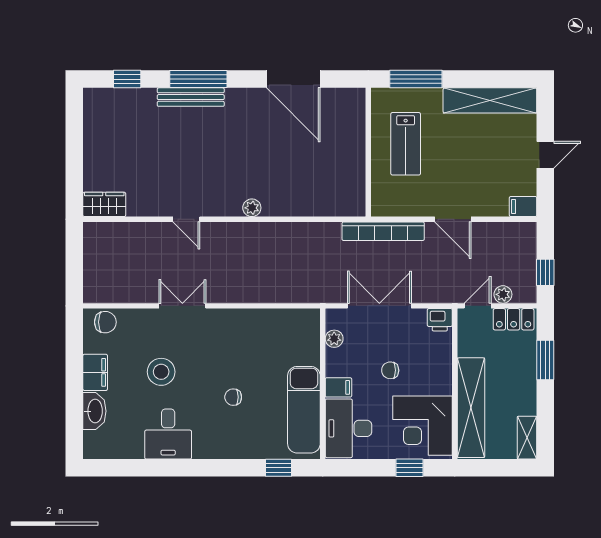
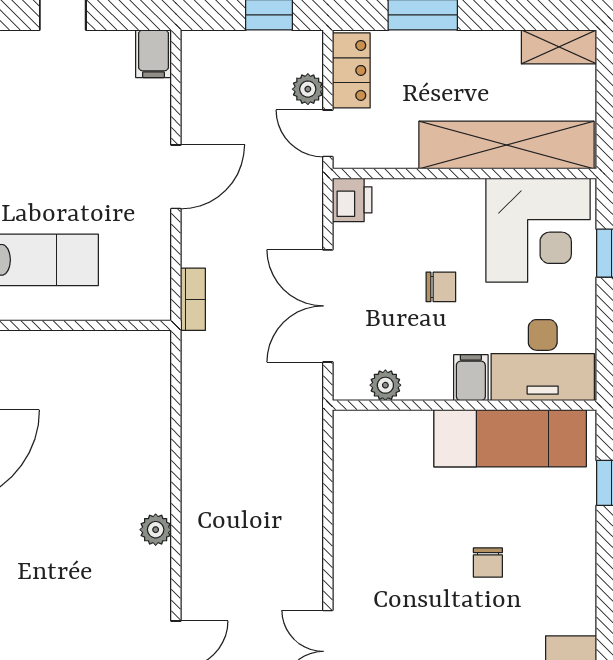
bookcase: (383, 231) -> (193, 299), width x0.43, depth x0.76
chair: (390, 370) -> (441, 287), turned -90

